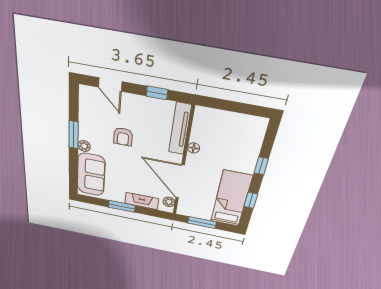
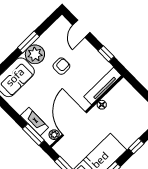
armchair: (123, 137) -> (61, 66), turned 180
plant: (84, 146) -> (35, 54), width x1.87, depth x1.87
window: (122, 206) -> (33, 135), moved

